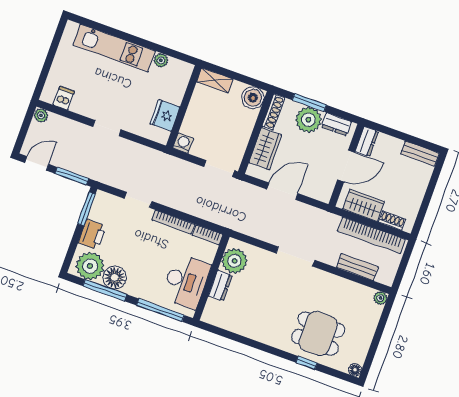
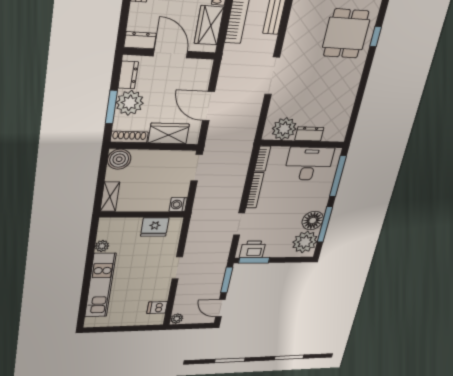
printer: (92, 234) -> (253, 249), moved

